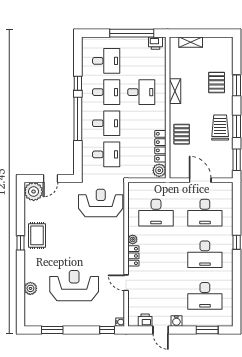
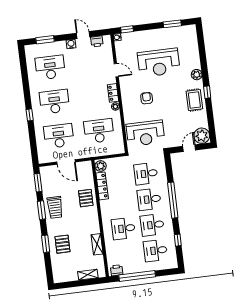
window: (78, 83) -> (178, 240), moved
shelving: (175, 91) -> (97, 244), moved
armchair: (94, 245) -> (147, 98), added
plant: (30, 288) -> (197, 75), moved

